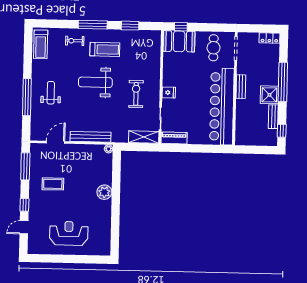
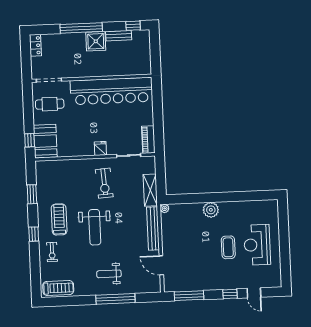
window: (93, 25) -> (34, 234), width x0.46
bench: (241, 87) -> (89, 72), removed
exercise bike: (136, 94) -> (104, 183), turned -94
shelving: (144, 137) -> (150, 190), moved
coffee table: (53, 184) -> (228, 247), moved

